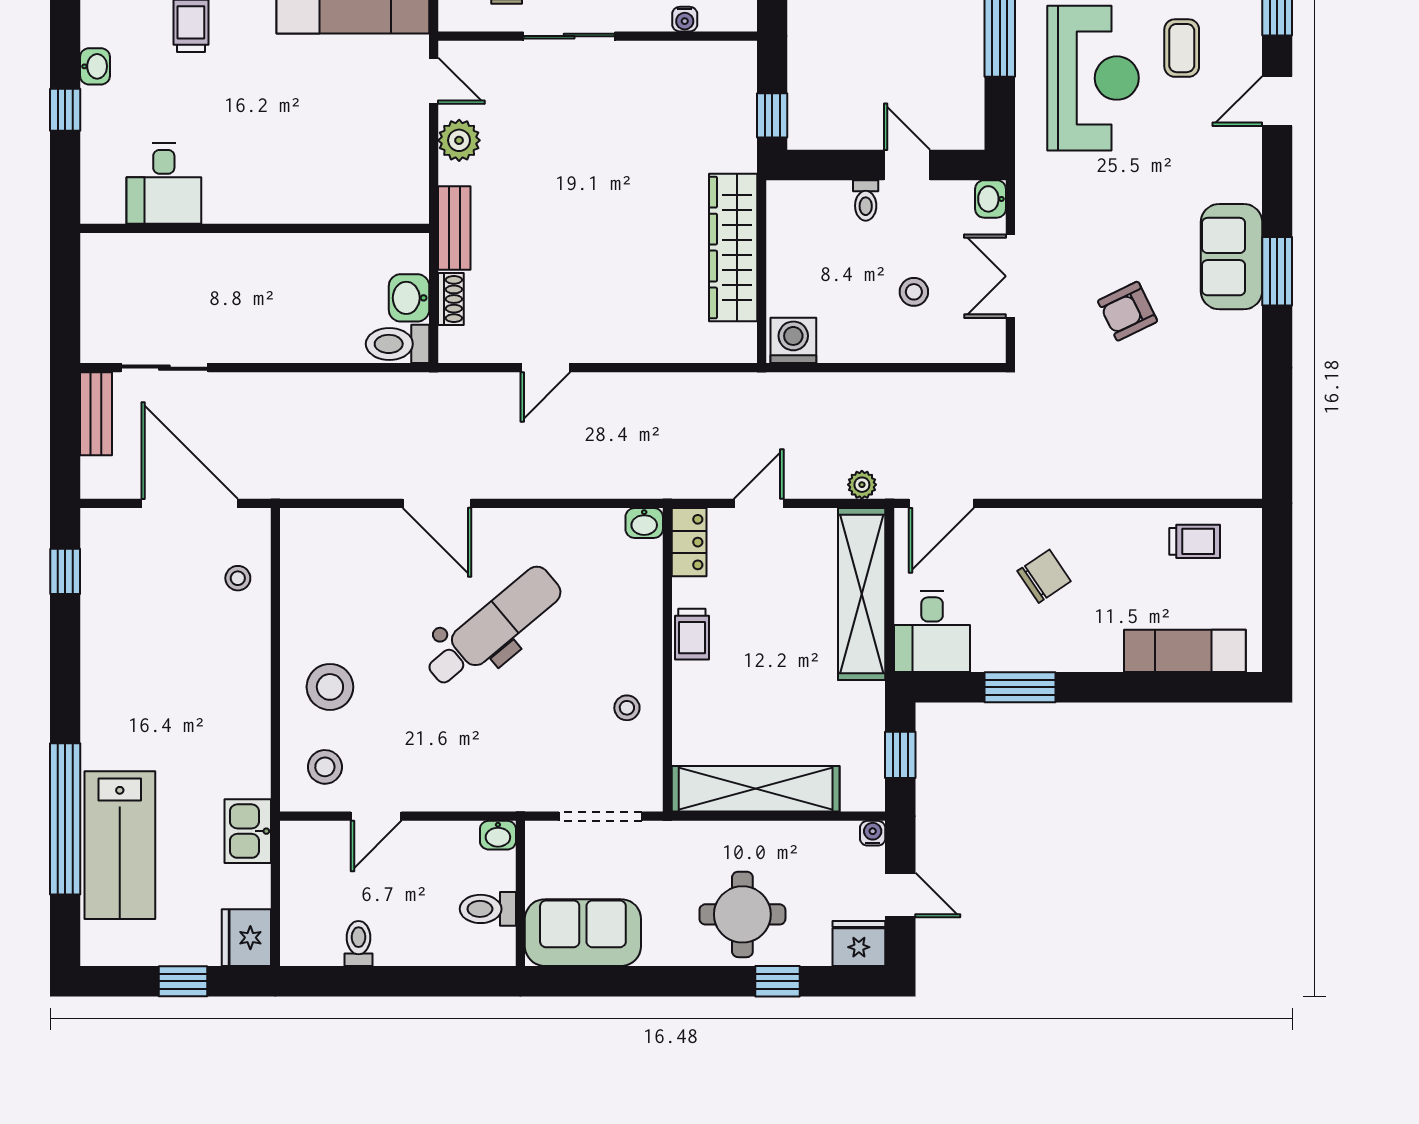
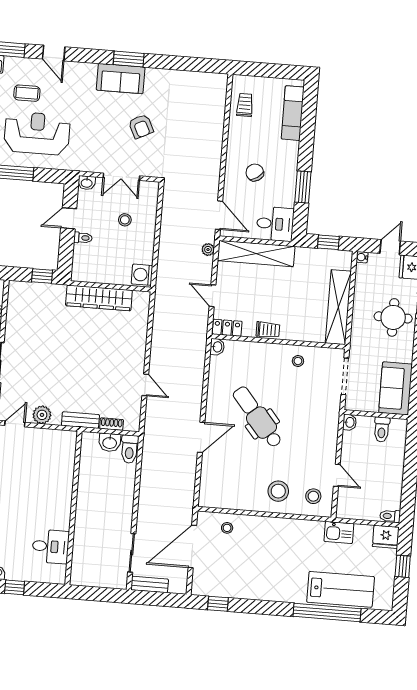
toilet: (358, 943) -> (390, 516), moved

